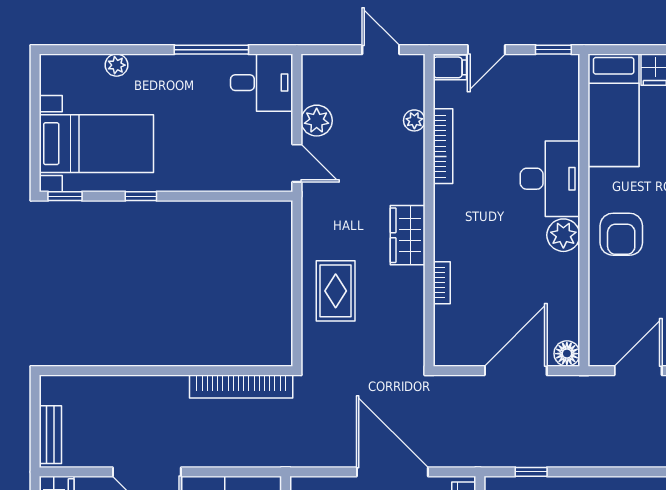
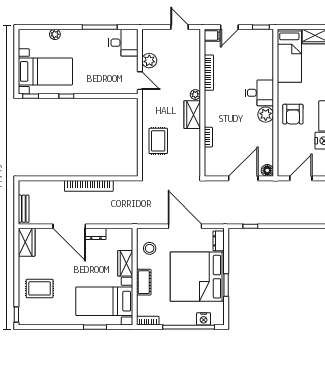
plant: (414, 120) -> (195, 94), moved
desk: (550, 179) -> (259, 93), width x0.73
bookcase: (241, 386) -> (89, 186), moved

